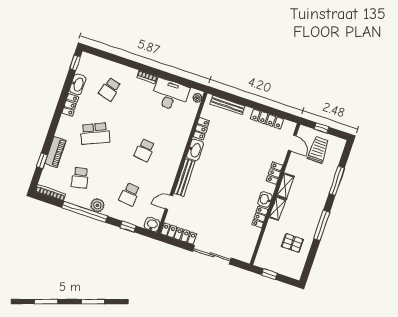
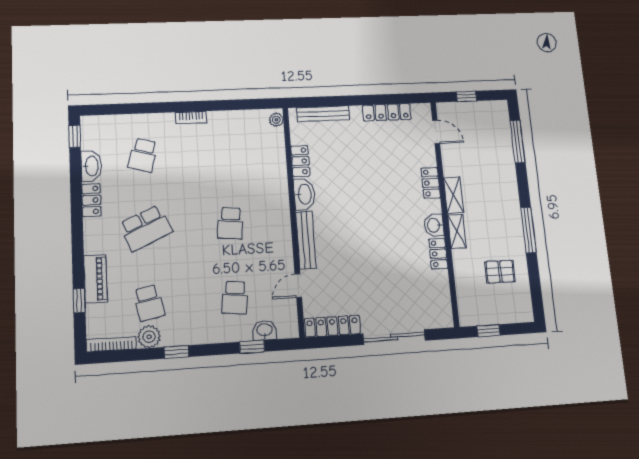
desk: (170, 95) -> (235, 130), removed
trolley: (318, 150) -> (476, 127), removed
window: (337, 181) -> (518, 142), moved
plant: (97, 205) -> (149, 337), moved
window: (85, 212) -> (176, 352), width x0.32
washbasin: (152, 225) -> (264, 330), moved

